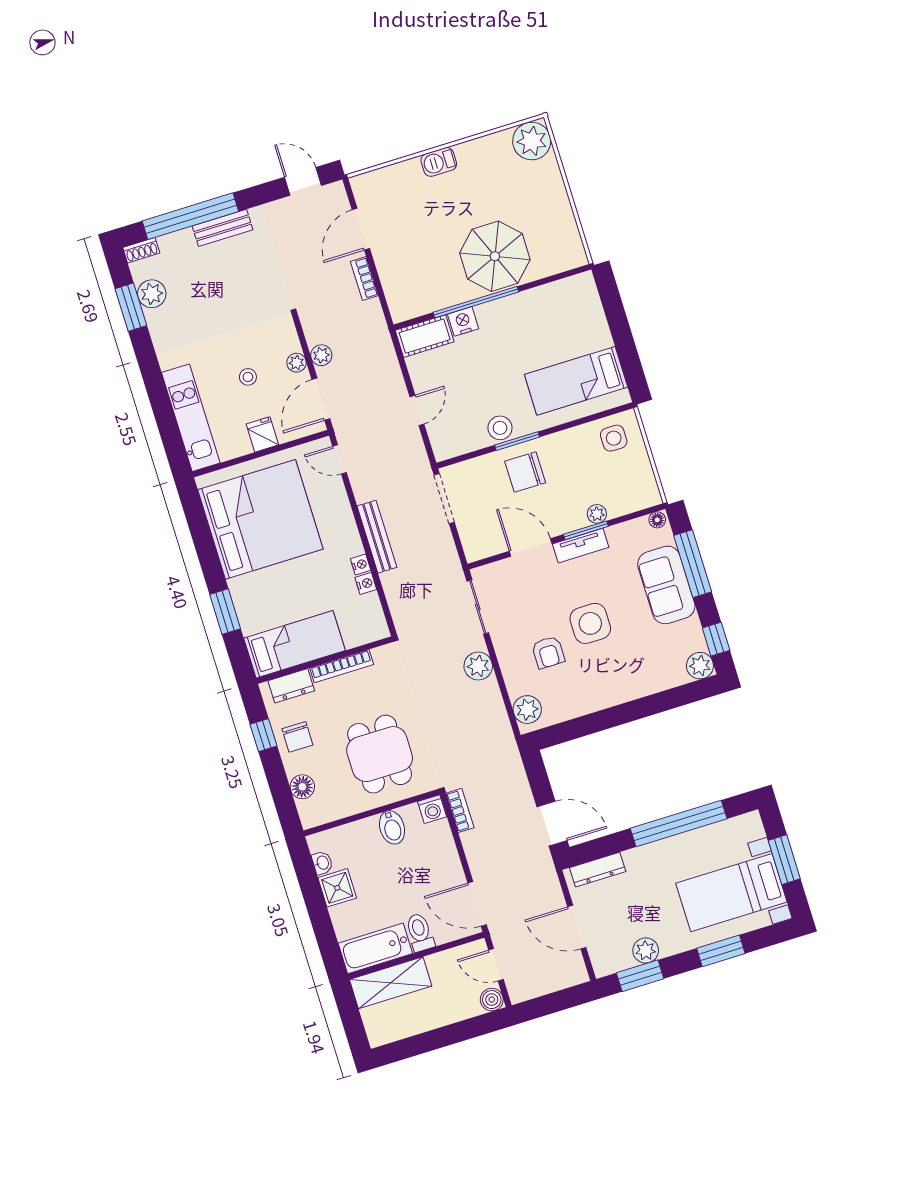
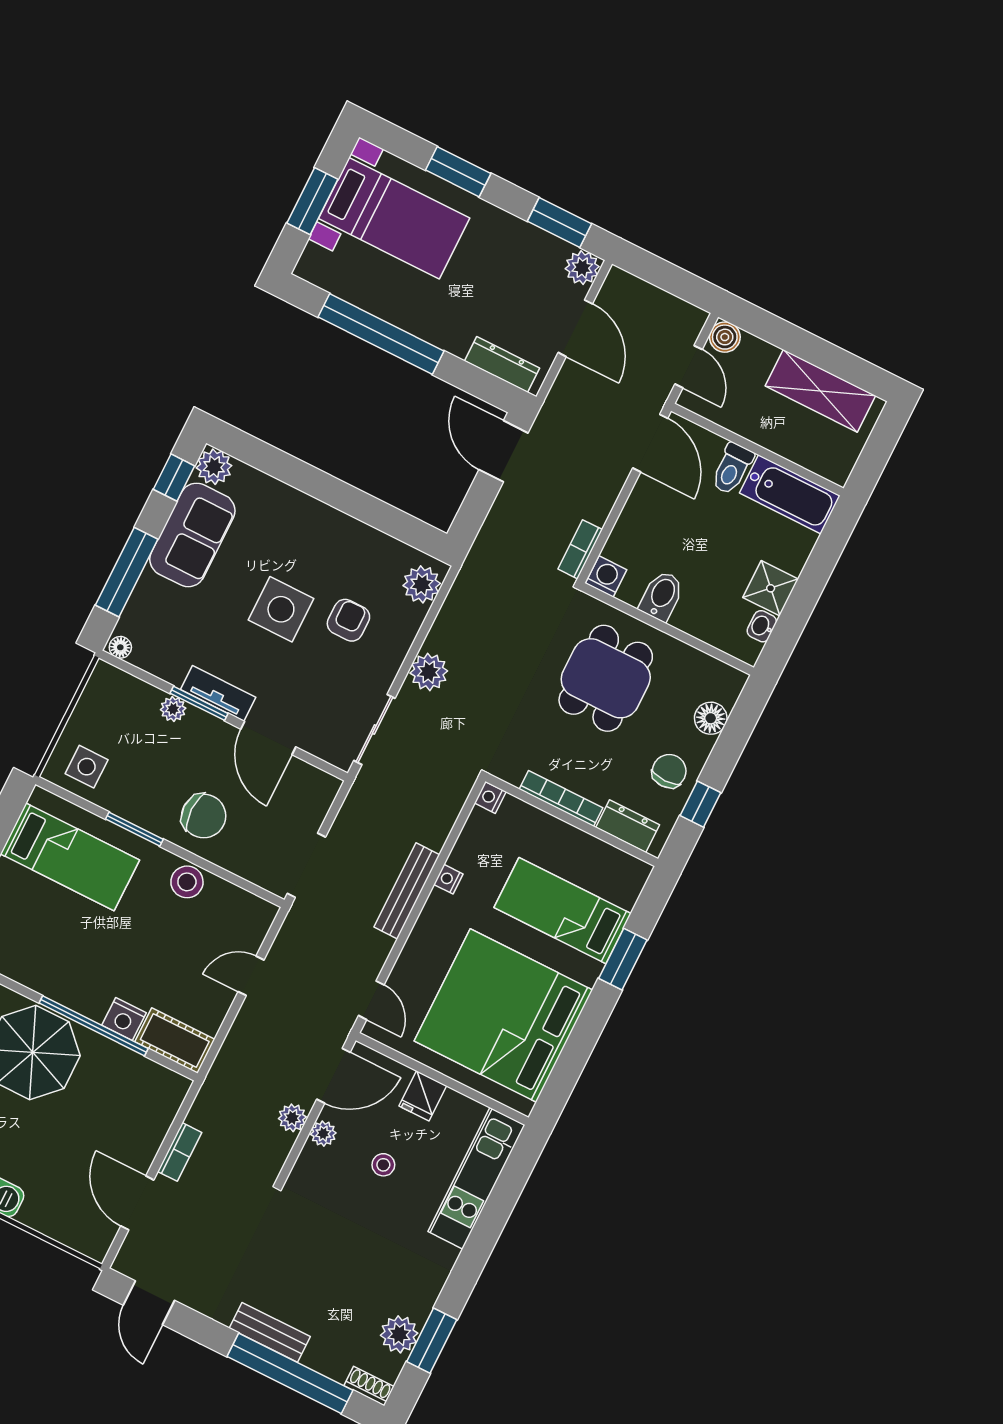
door: (361, 229) -> (137, 1203), swing flipped
window: (517, 441) -> (134, 829), moved
nightstand: (366, 583) -> (490, 797), moved
sofa: (666, 585) -> (192, 535), moved
bed: (294, 644) -> (562, 911), moved
plant: (646, 950) -> (582, 268), moved
shelving: (391, 983) -> (820, 391), moved

